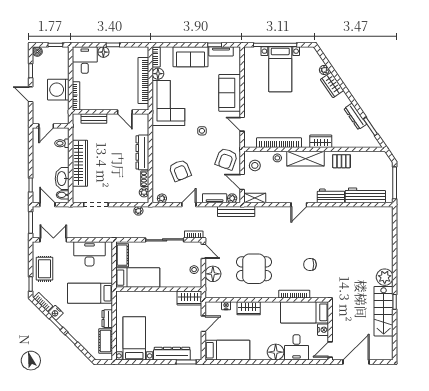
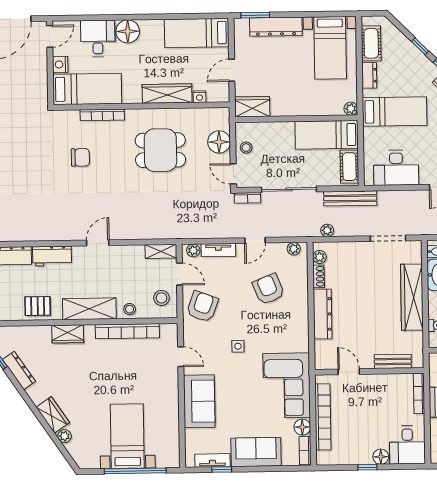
bench: (236, 212) -> (350, 198), moved
plant: (120, 296) -> (351, 109), added
wardrobe: (249, 308) -> (167, 94), width x1.50

